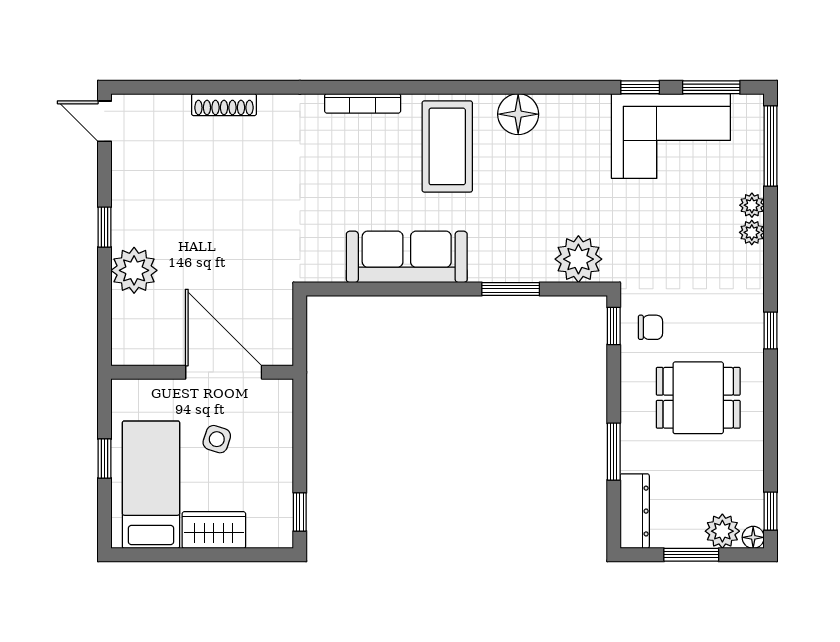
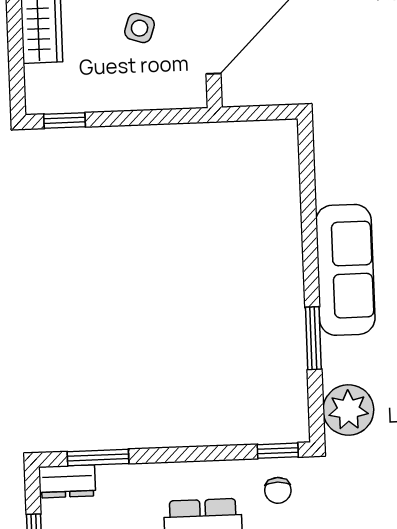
sofa: (407, 257) -> (345, 270), moved
window: (614, 452) -> (98, 458), moved
dresser: (635, 511) -> (67, 481), width x0.70

